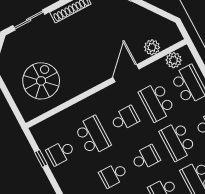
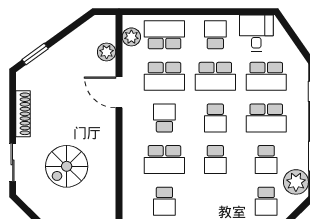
spiral stairs: (41, 81) -> (67, 166), moved, turned -90
school desk: (93, 136) -> (164, 160), turned 180
school desk: (146, 158) -> (215, 118), turned 180

